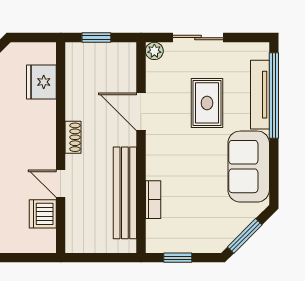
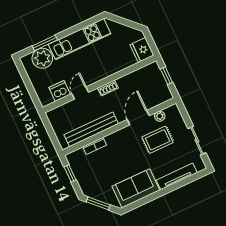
sliding door: (198, 38) -> (197, 141), moved
plant: (154, 51) -> (160, 116), moved
fridge: (41, 82) -> (142, 50), moved, turned -90
window: (274, 96) -> (180, 184), removed
rug: (207, 103) -> (158, 140), moved

